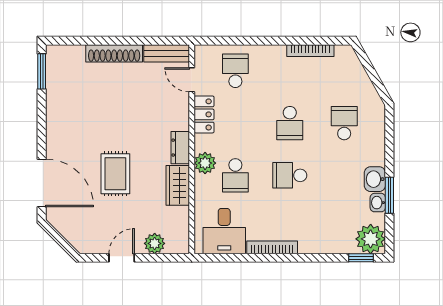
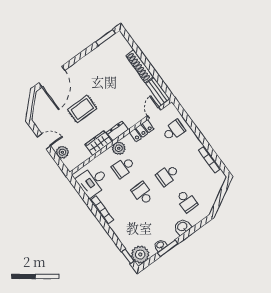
school desk: (344, 123) -> (187, 201), turned 90
washbasin: (375, 179) -> (182, 227), moved

